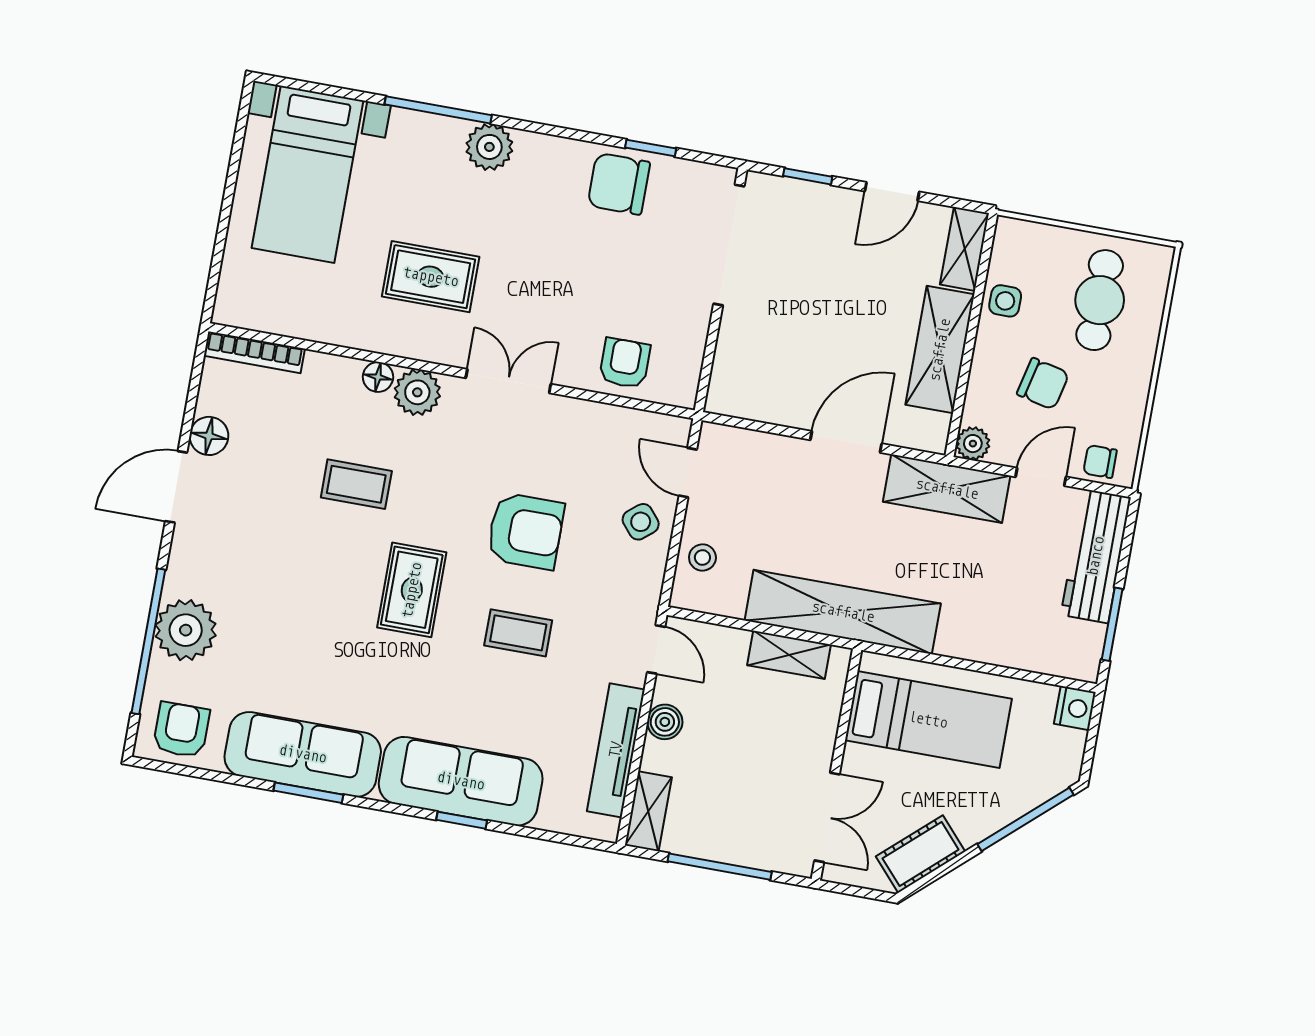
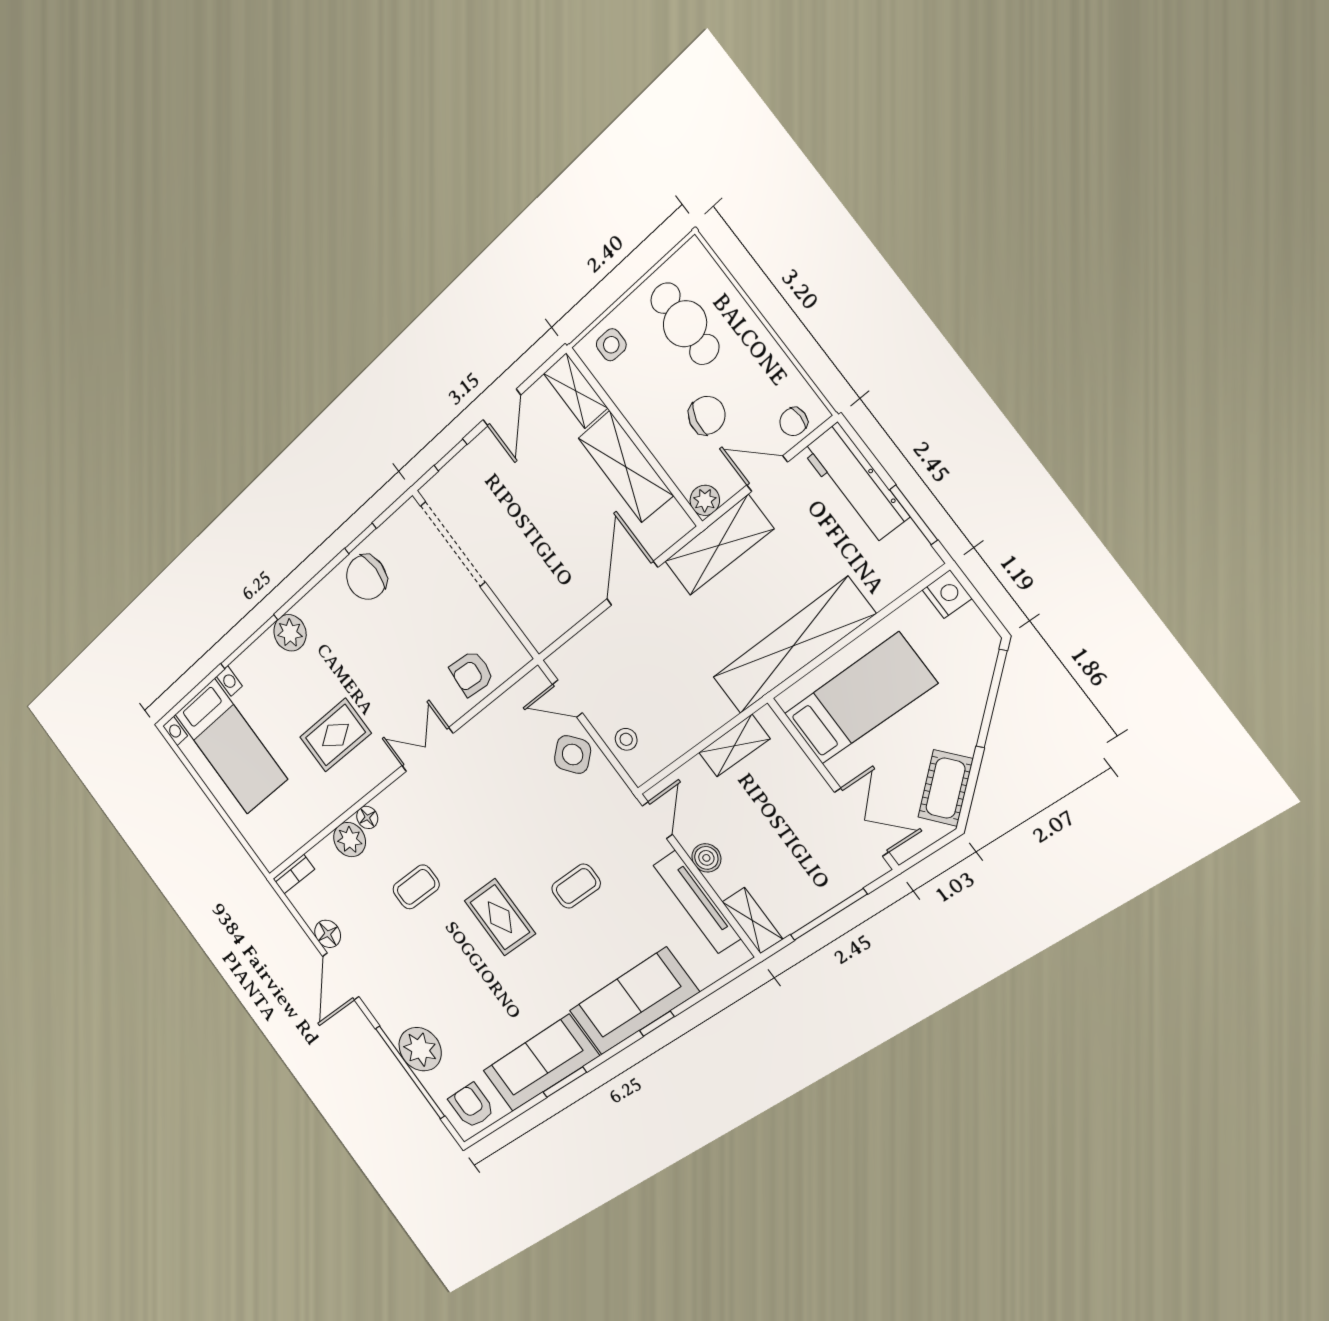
side table: (1005, 301) -> (611, 345), moved
bookcase: (254, 352) -> (294, 874), width x0.64
armchair: (625, 363) -> (472, 673), turned -85
plant: (417, 392) -> (350, 840), moved
door: (1041, 477) -> (767, 474), hinge flipped
side table: (641, 522) -> (573, 755), width x1.37, depth x1.37
armchair: (526, 531) -> (521, 824), removed
shelving: (843, 612) -> (793, 646), moved
door: (656, 649) -> (657, 820), hinge flipped

